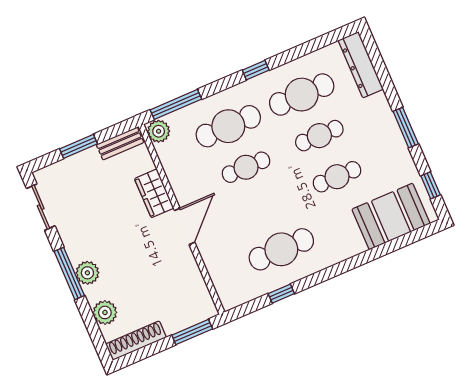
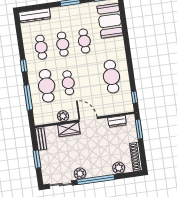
cafe table: (302, 95) -> (41, 47), width x0.73, depth x0.74
window: (176, 104) -> (28, 98), moved
plant: (159, 131) -> (63, 116), moved
window: (69, 273) -> (96, 180), width x1.46
plant: (87, 273) -> (80, 174), moved
dresser: (196, 284) -> (117, 121), added
window: (281, 294) -> (134, 97), moved

